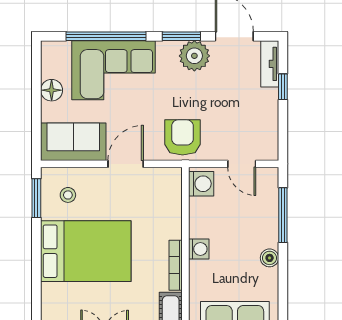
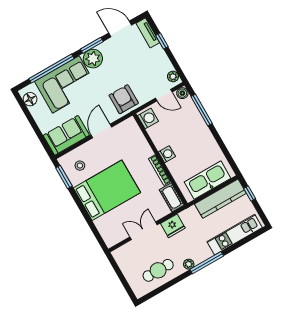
plant: (194, 56) -> (93, 59), moved
floor lamp: (52, 90) -> (30, 99), moved
plant: (270, 145) -> (173, 76), added
boiler: (270, 258) -> (182, 93), moved

